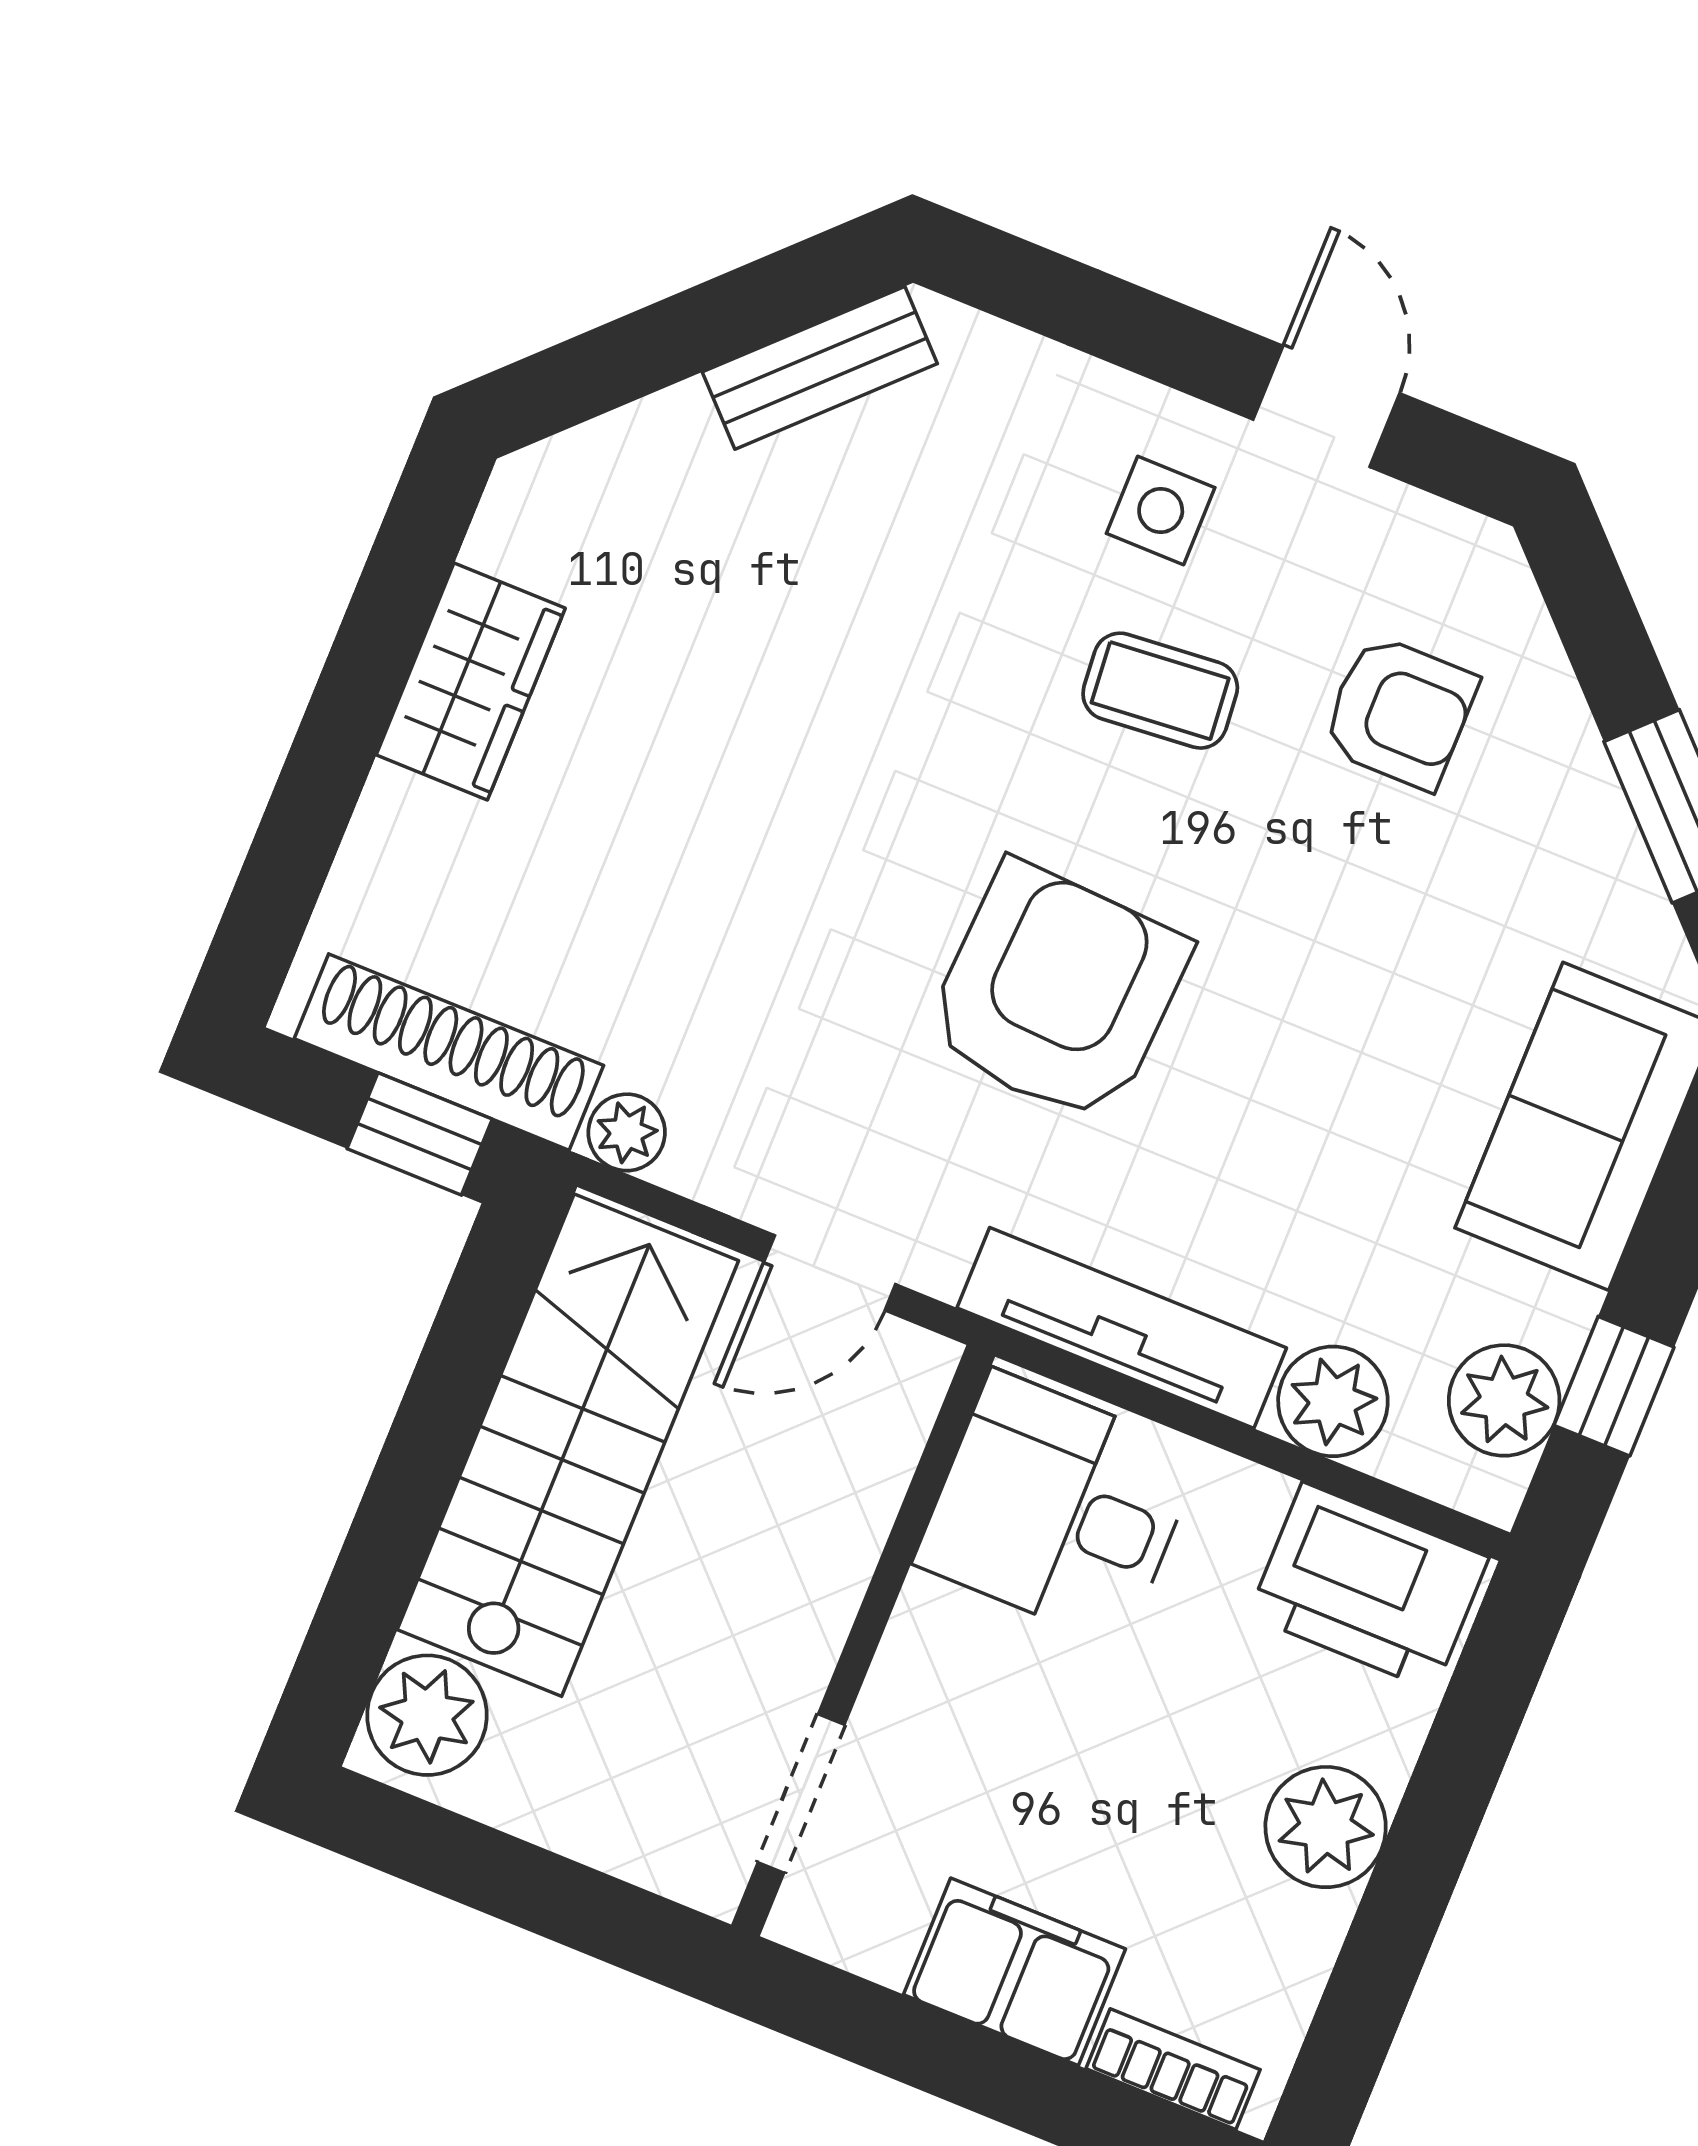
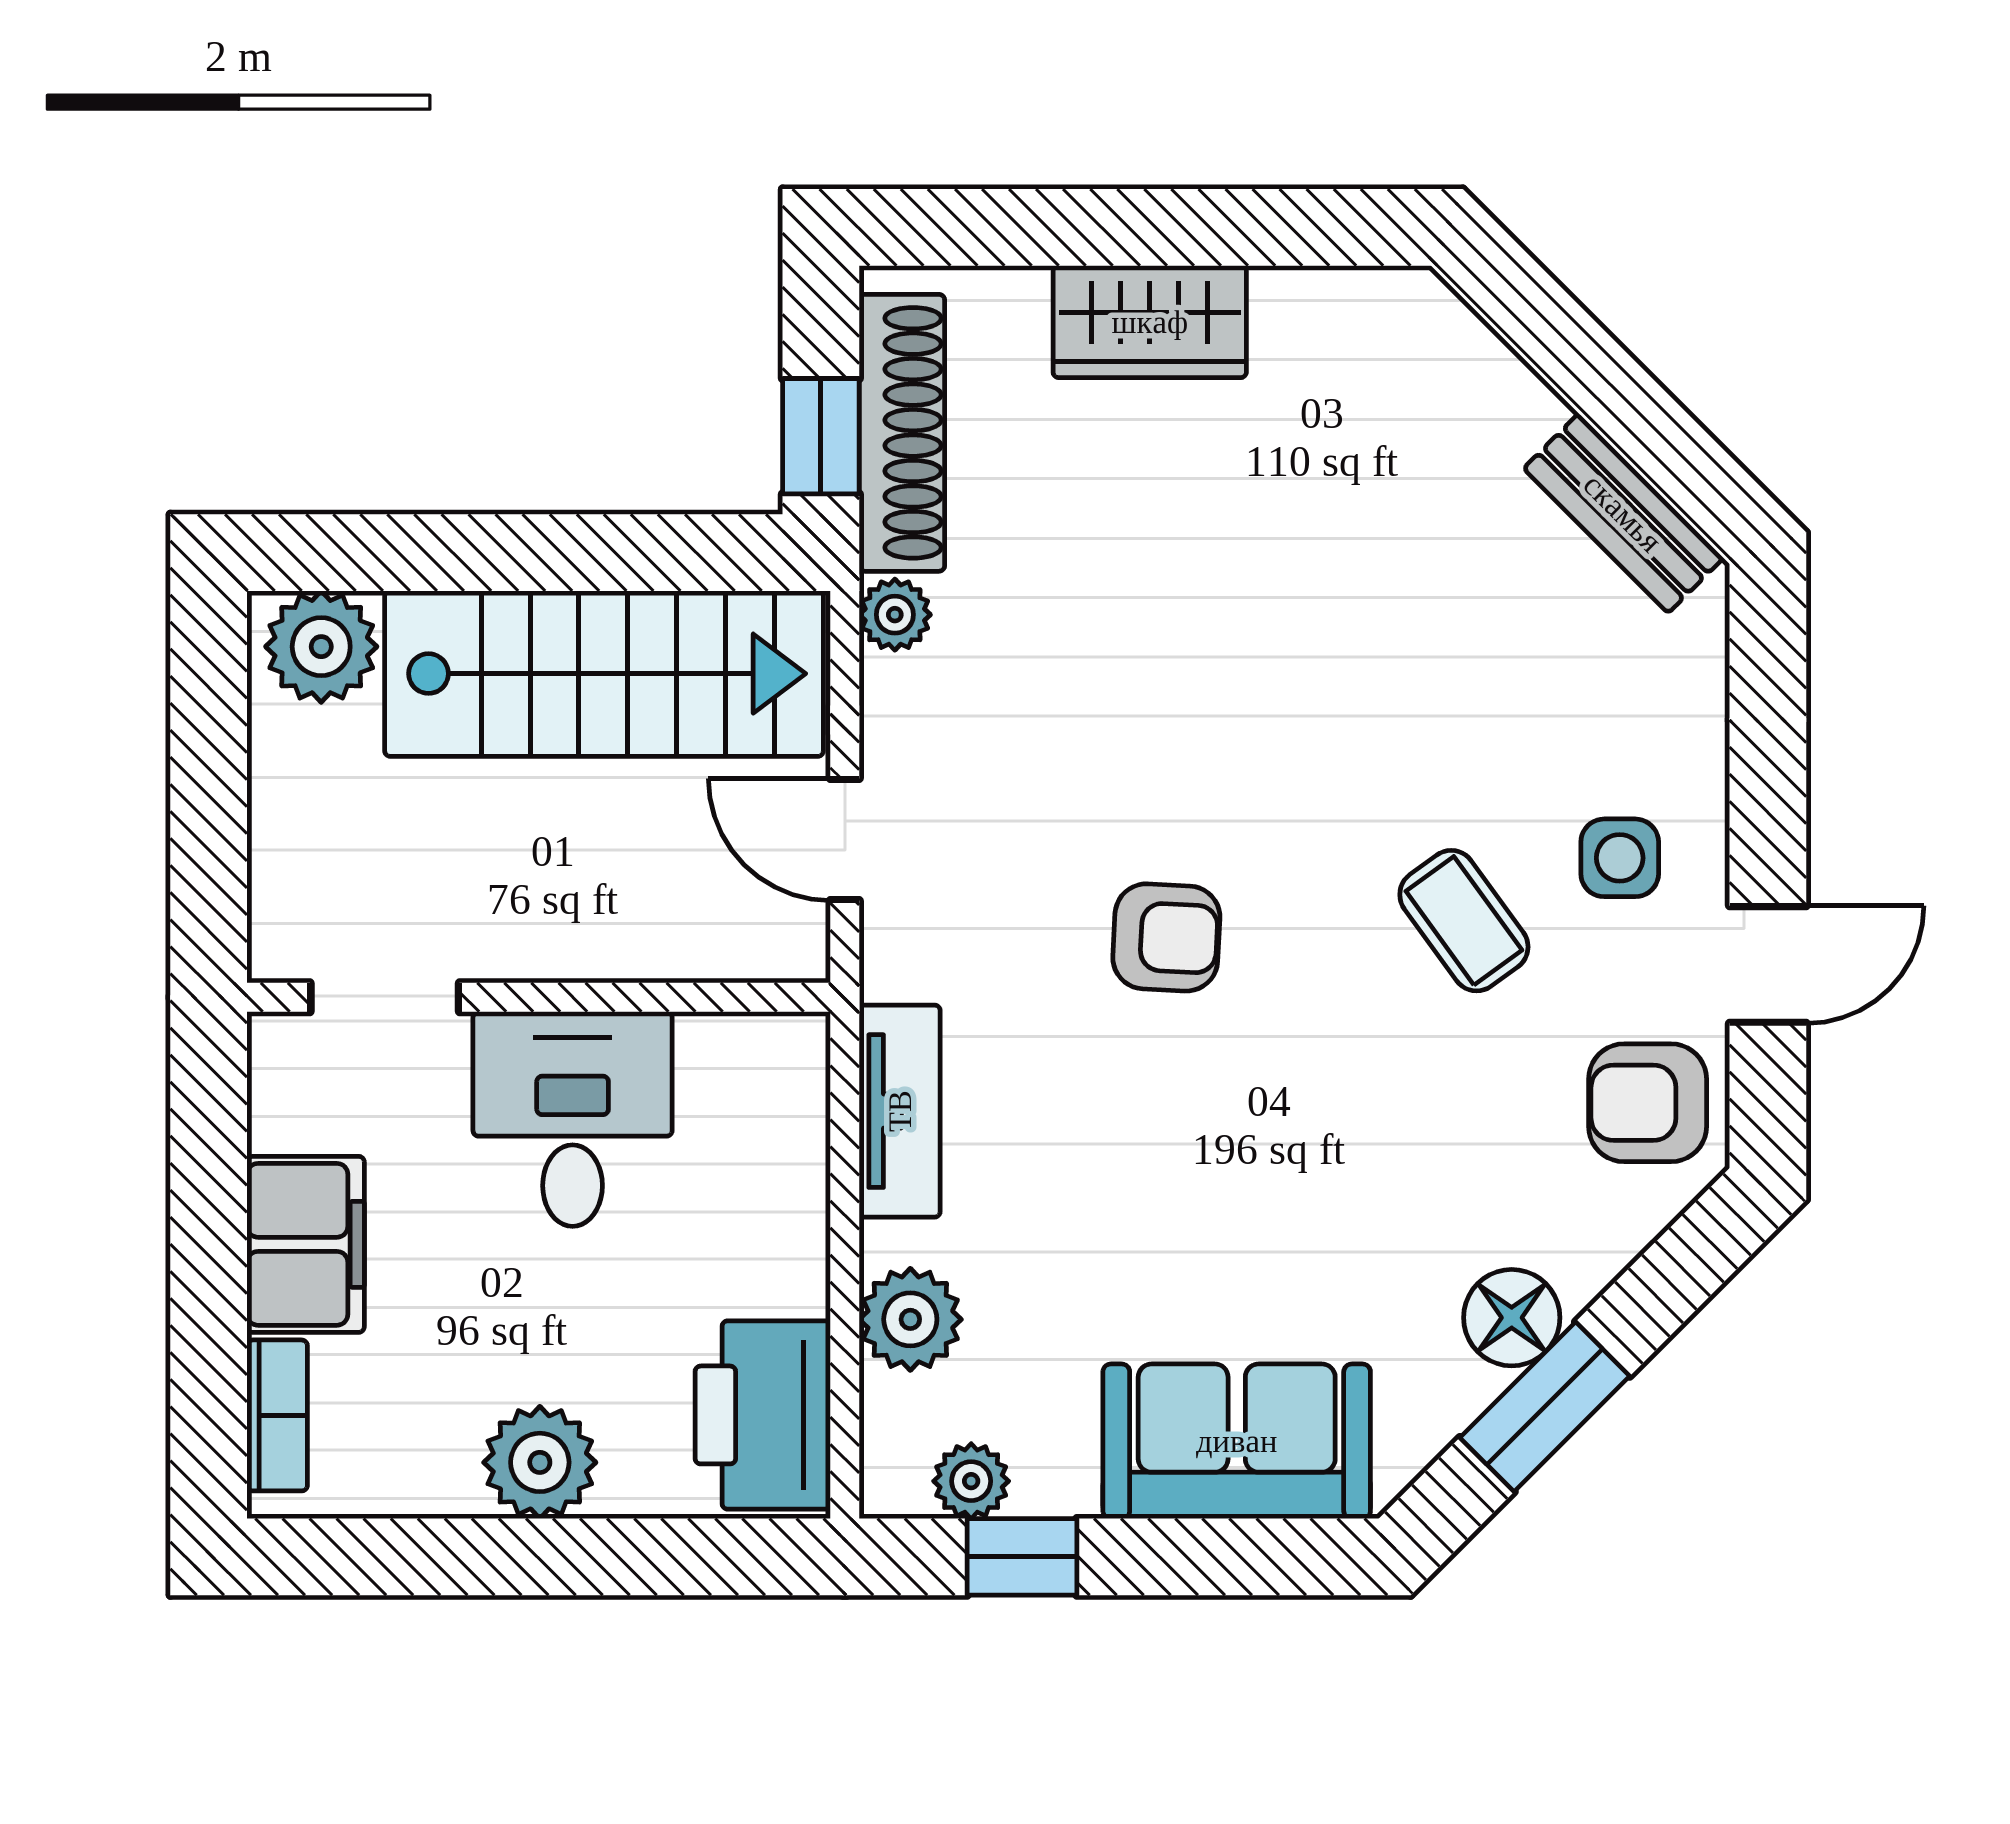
wardrobe: (471, 682) -> (1150, 322), moved
coffee table: (1160, 691) -> (1464, 921), turned -31
armchair: (1399, 712) -> (1648, 1103), moved, turned 90
floor lamp: (1574, 803) -> (1512, 1318), added
armchair: (1057, 993) -> (1166, 937), width x0.53, depth x0.53
tv unit: (1122, 1328) -> (900, 1111), width x0.71
plant: (1504, 1400) -> (971, 1481), width x0.73, depth x0.73
desk: (1058, 1508) -> (573, 1119), moved

